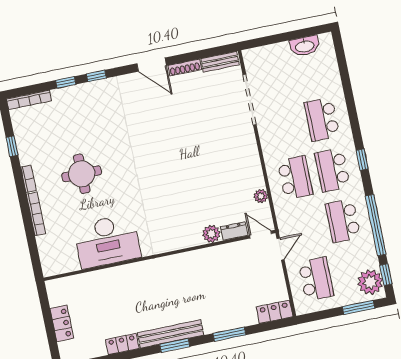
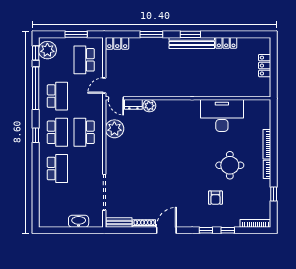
washbasin: (305, 46) -> (79, 221), moved
door: (152, 65) -> (166, 230), hinge flipped
armchair: (92, 124) -> (215, 198), added
plant: (261, 196) -> (114, 129), width x1.88, depth x1.88
window: (358, 307) -> (76, 34), moved

